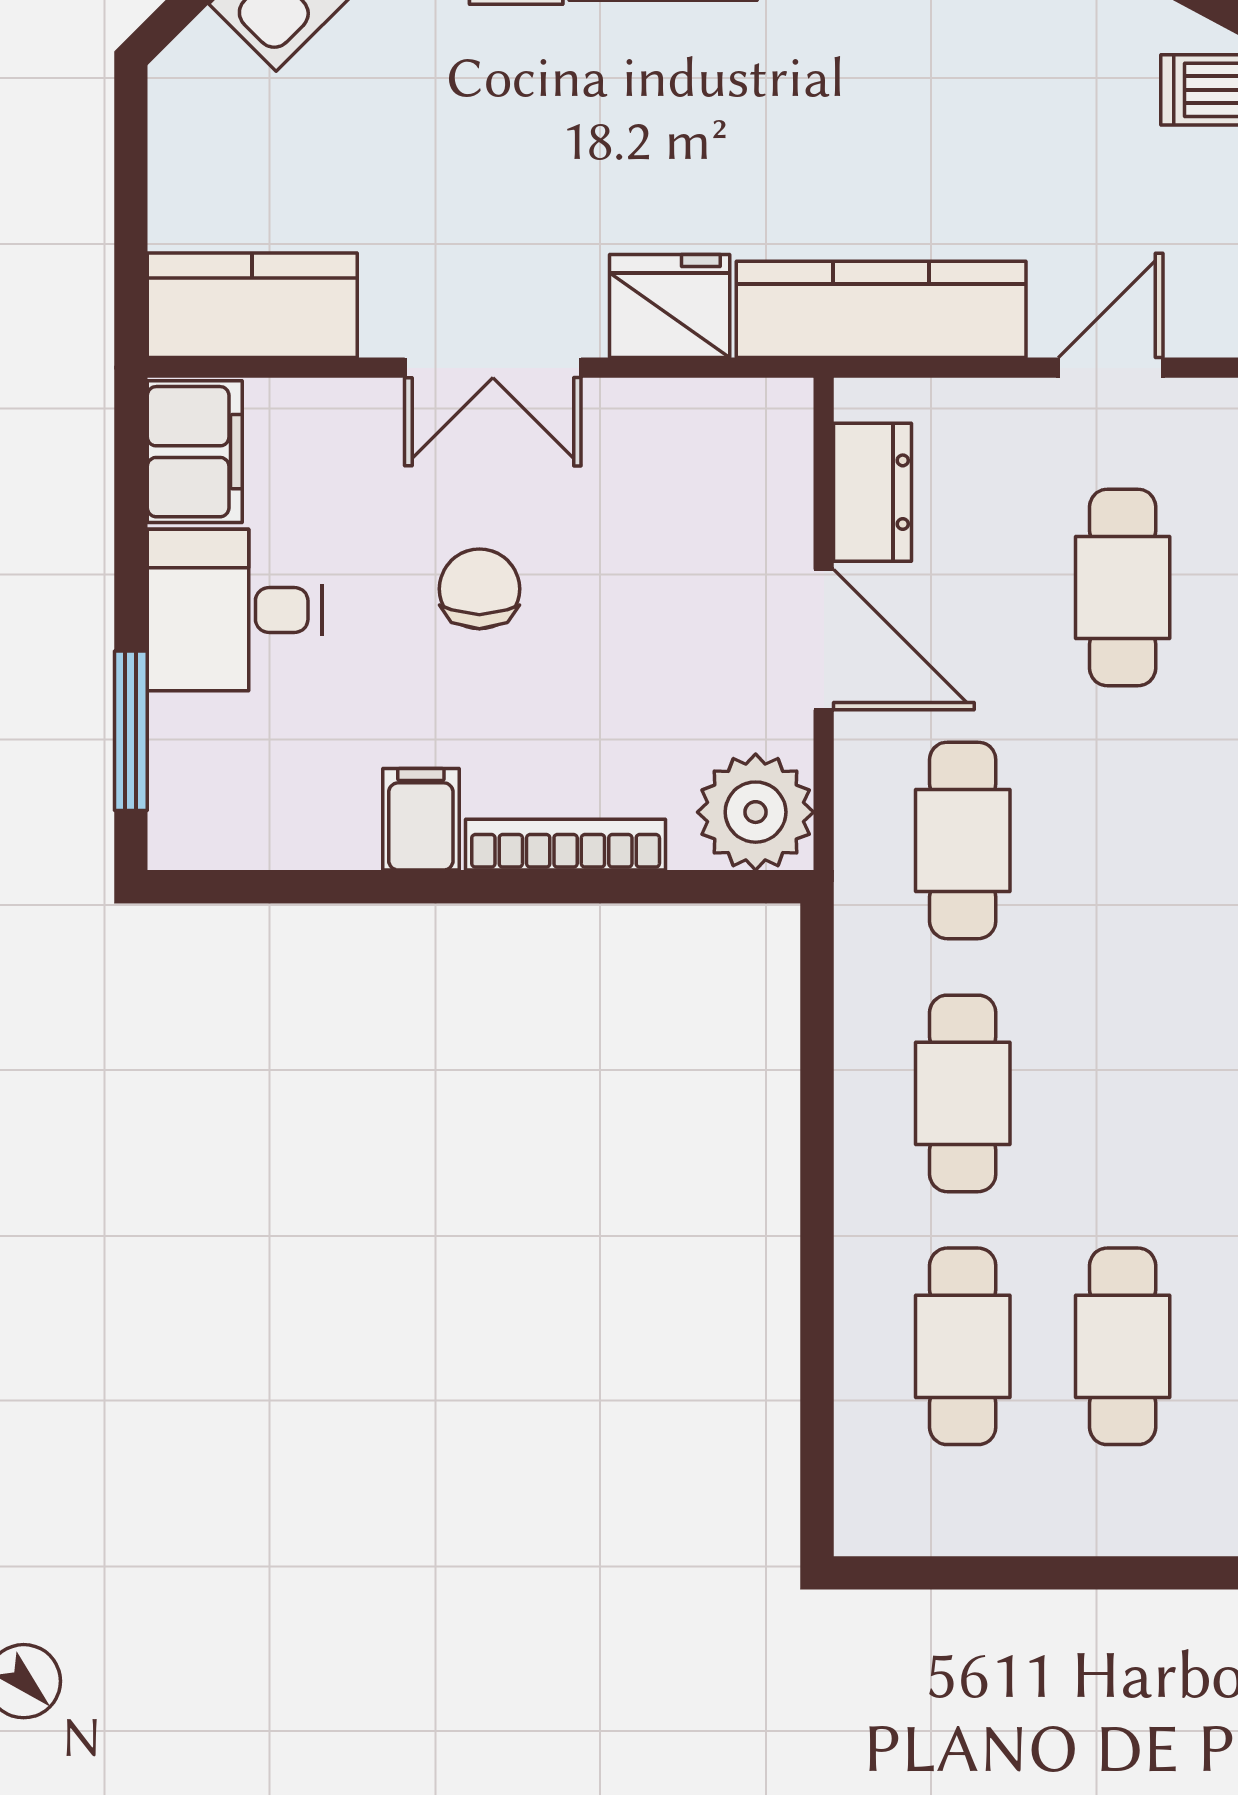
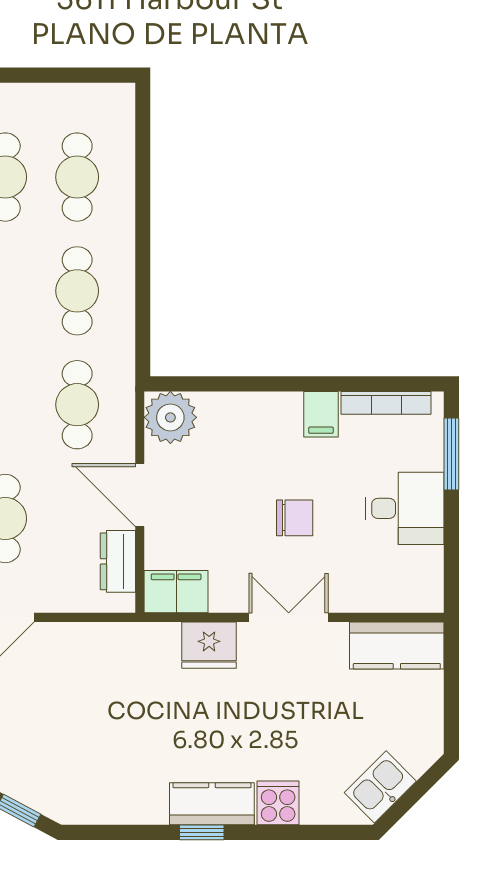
kitchen counter: (881, 309) -> (114, 644), removed
filing cabinet: (195, 452) -> (176, 592), moved, turned 90
chair: (479, 589) -> (295, 518), turned -90
bookcase: (566, 845) -> (386, 403), moved

